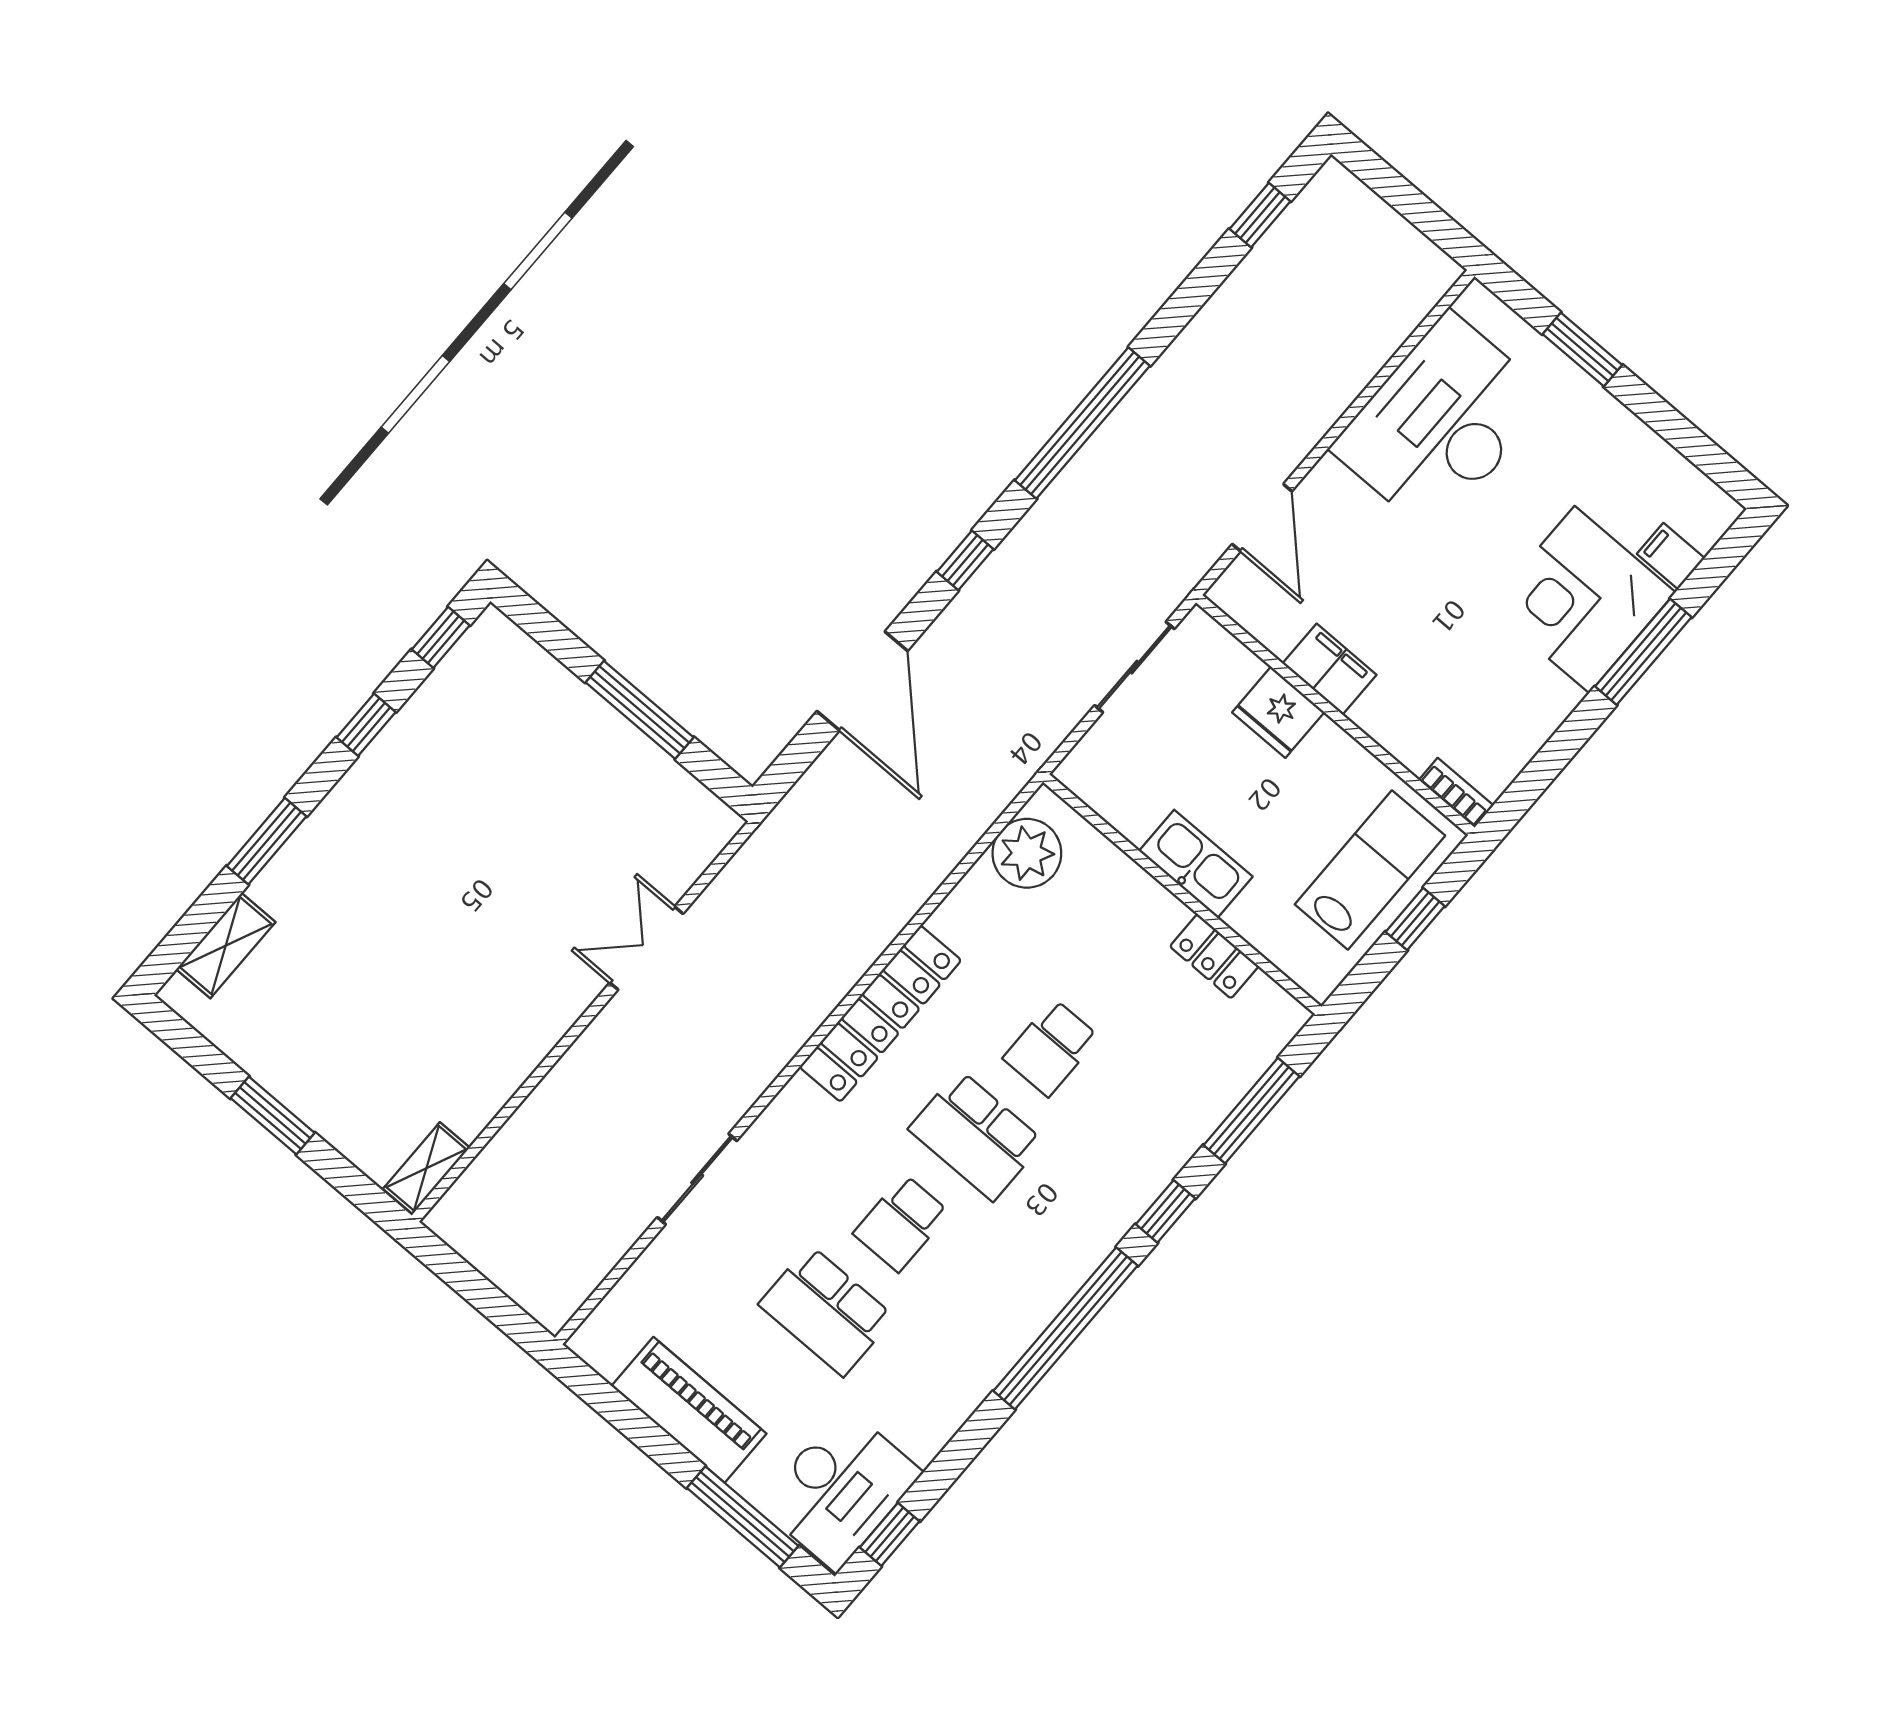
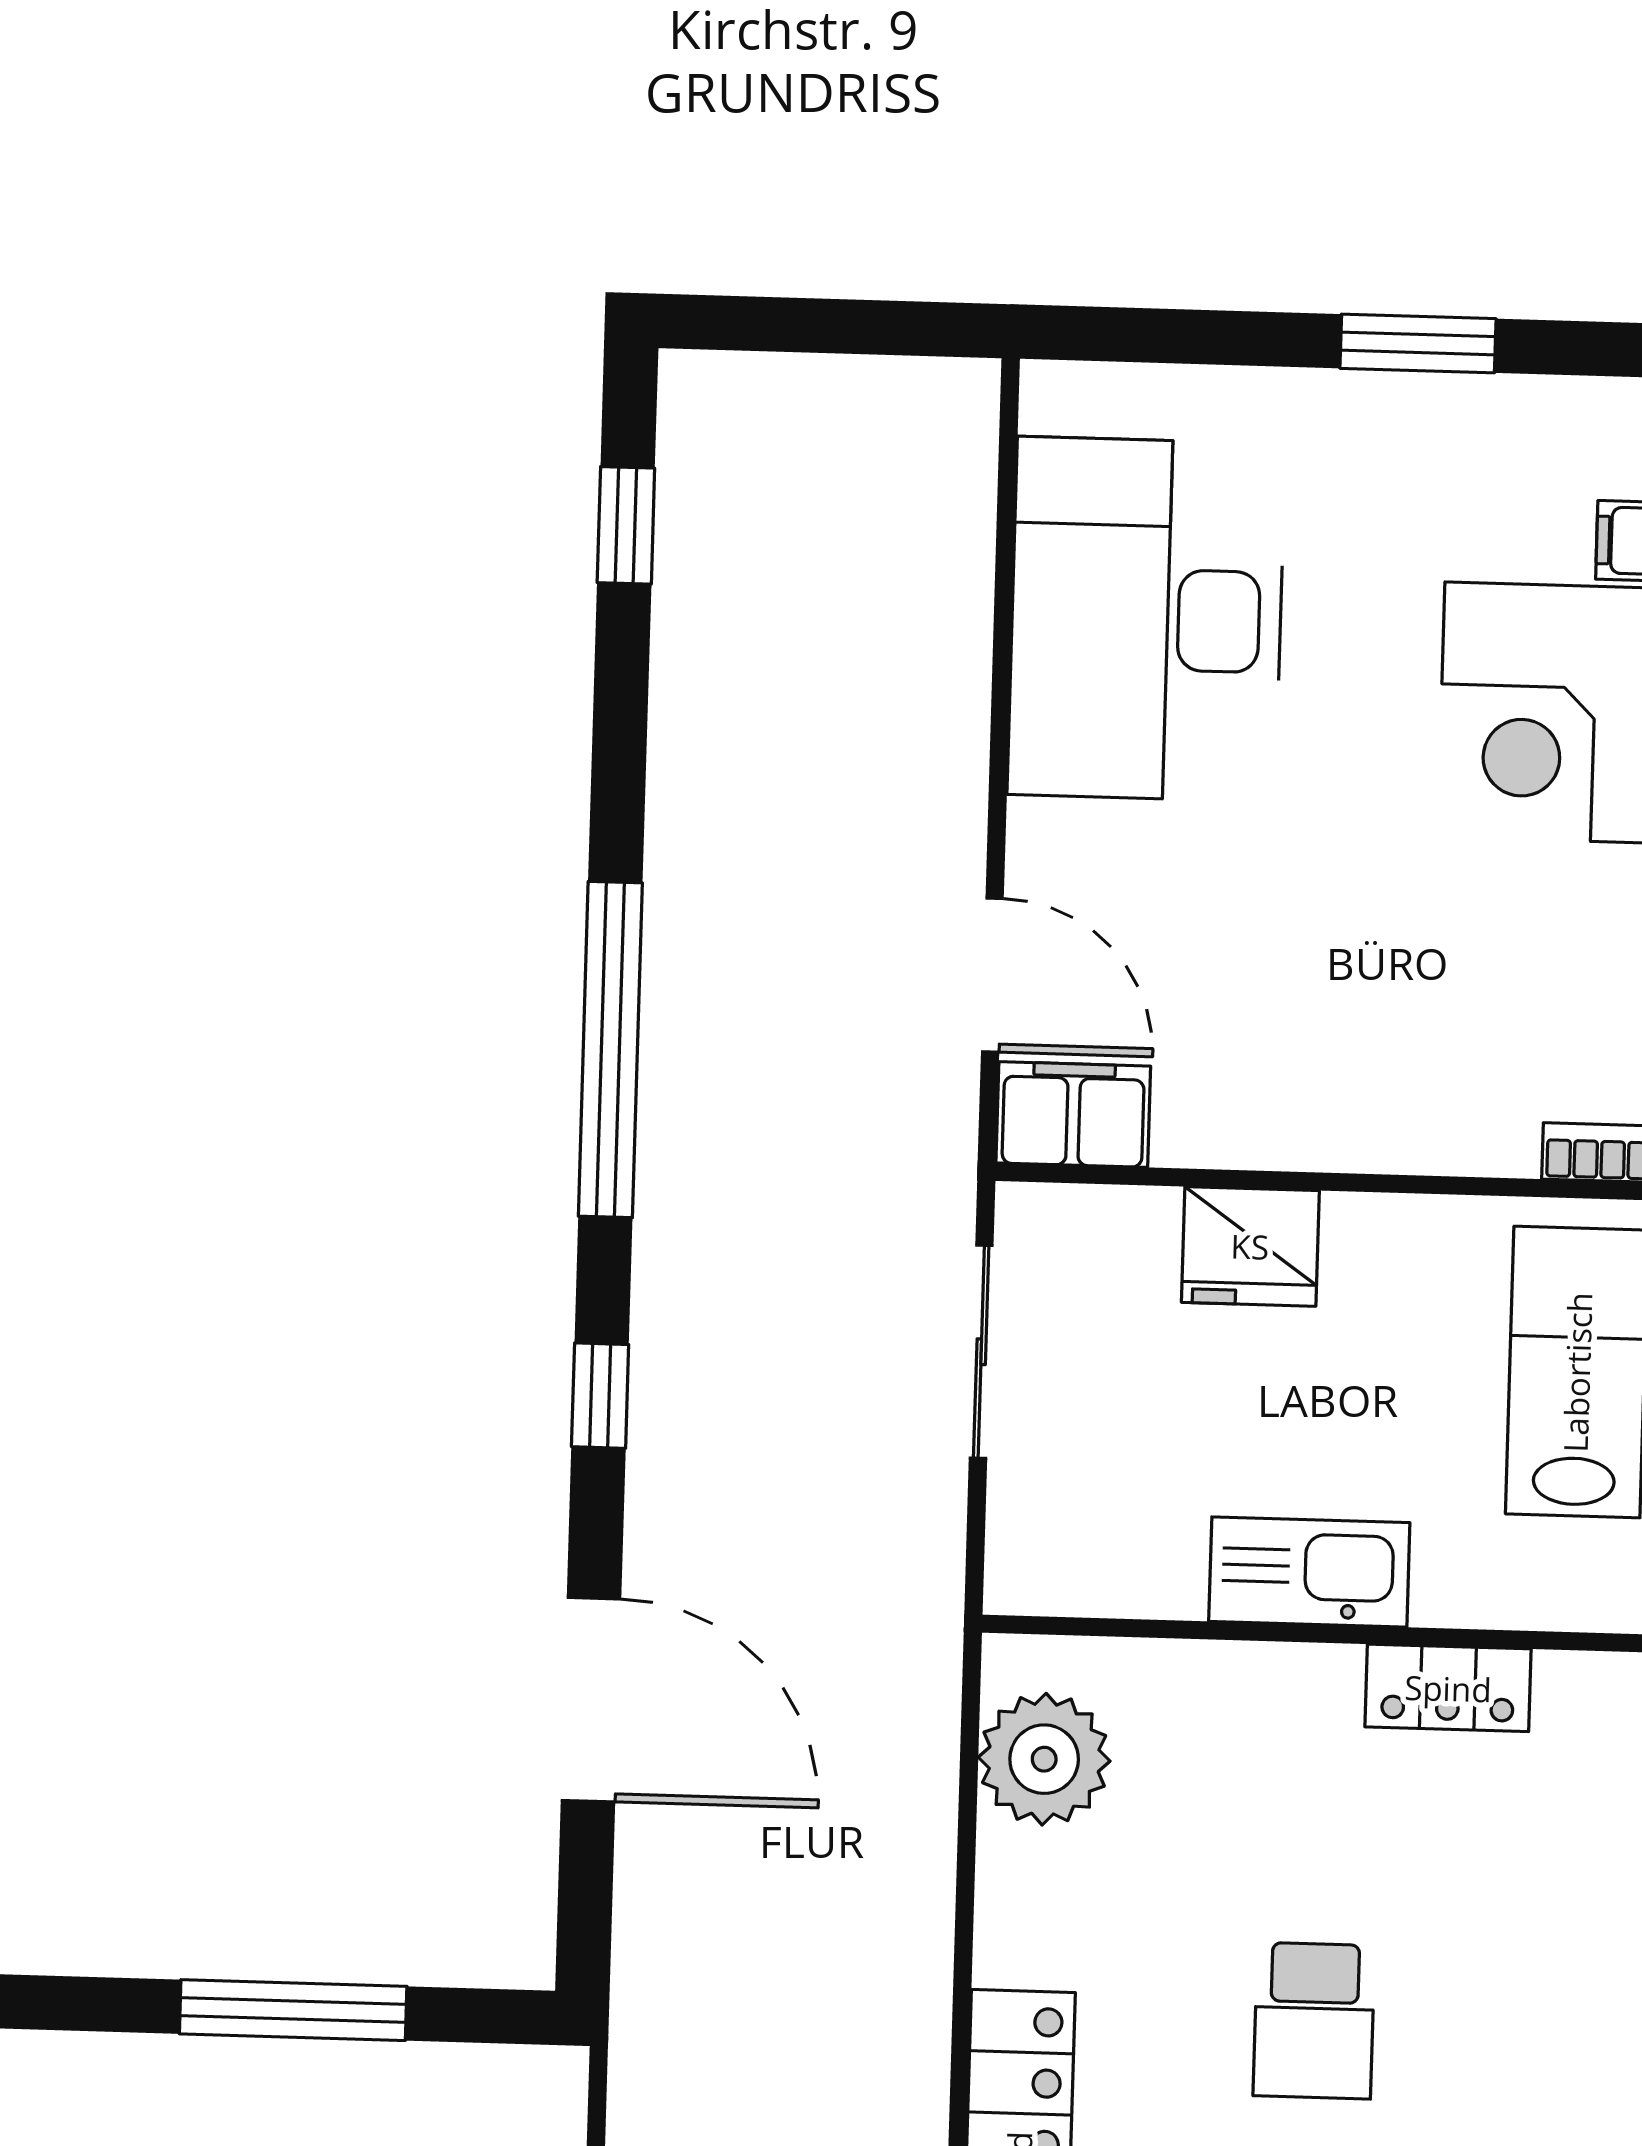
window: (1582, 350) -> (1418, 343), moved
filing cabinet: (1329, 669) -> (1073, 1114), moved

